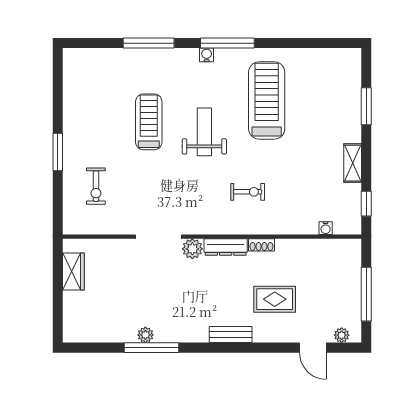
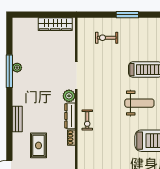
exercise bike: (248, 192) -> (87, 120), moved
wardrobe: (73, 271) -> (55, 24), width x1.50

